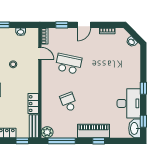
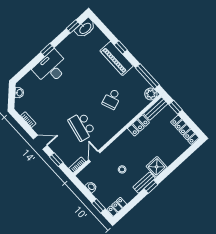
desk: (129, 103) -> (51, 68), moved

